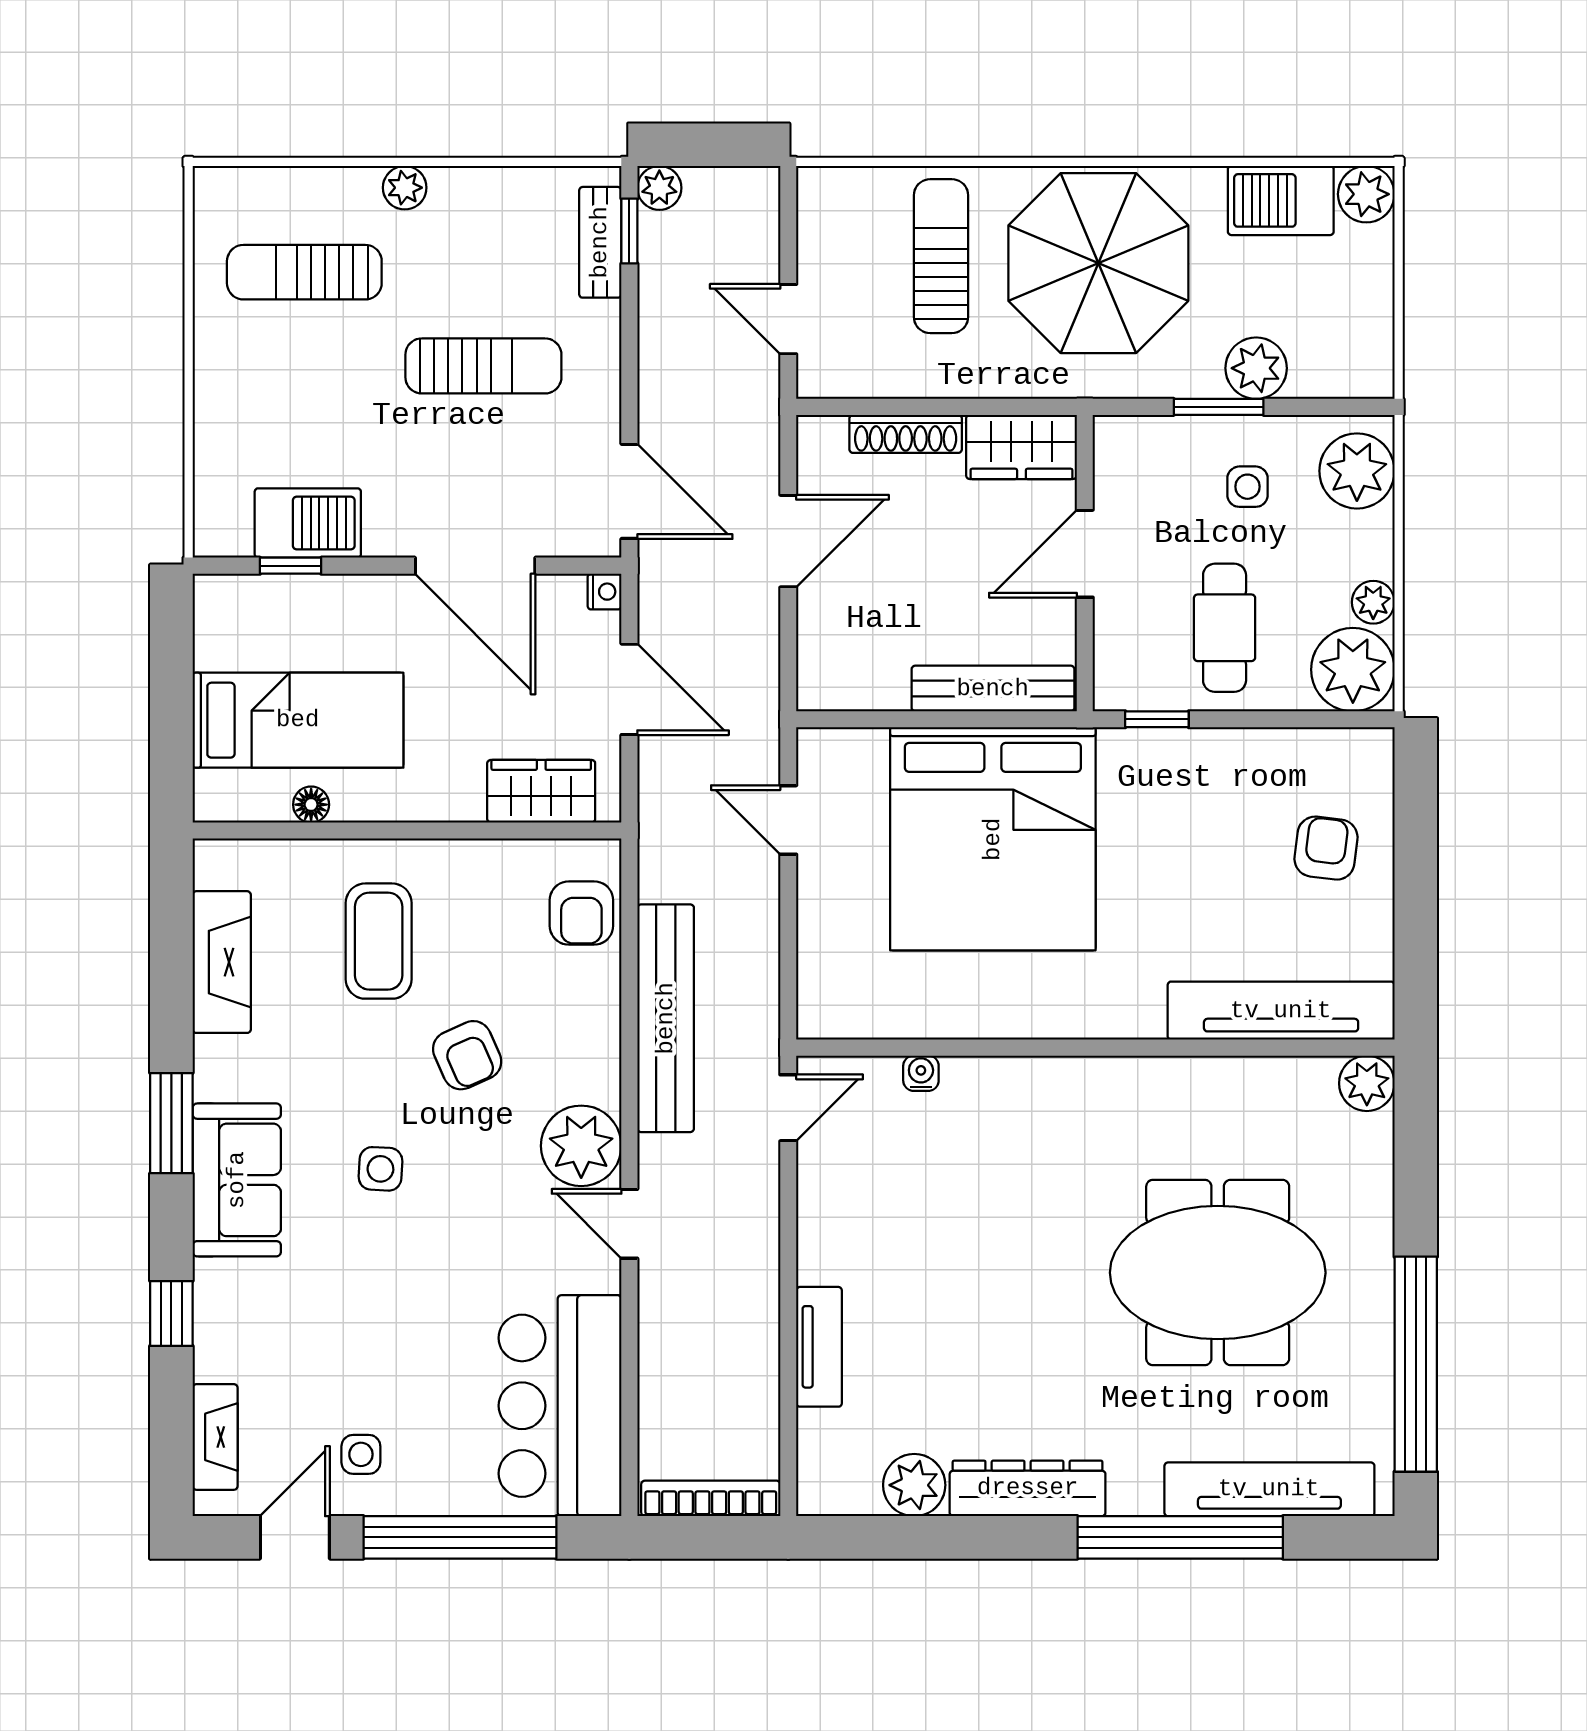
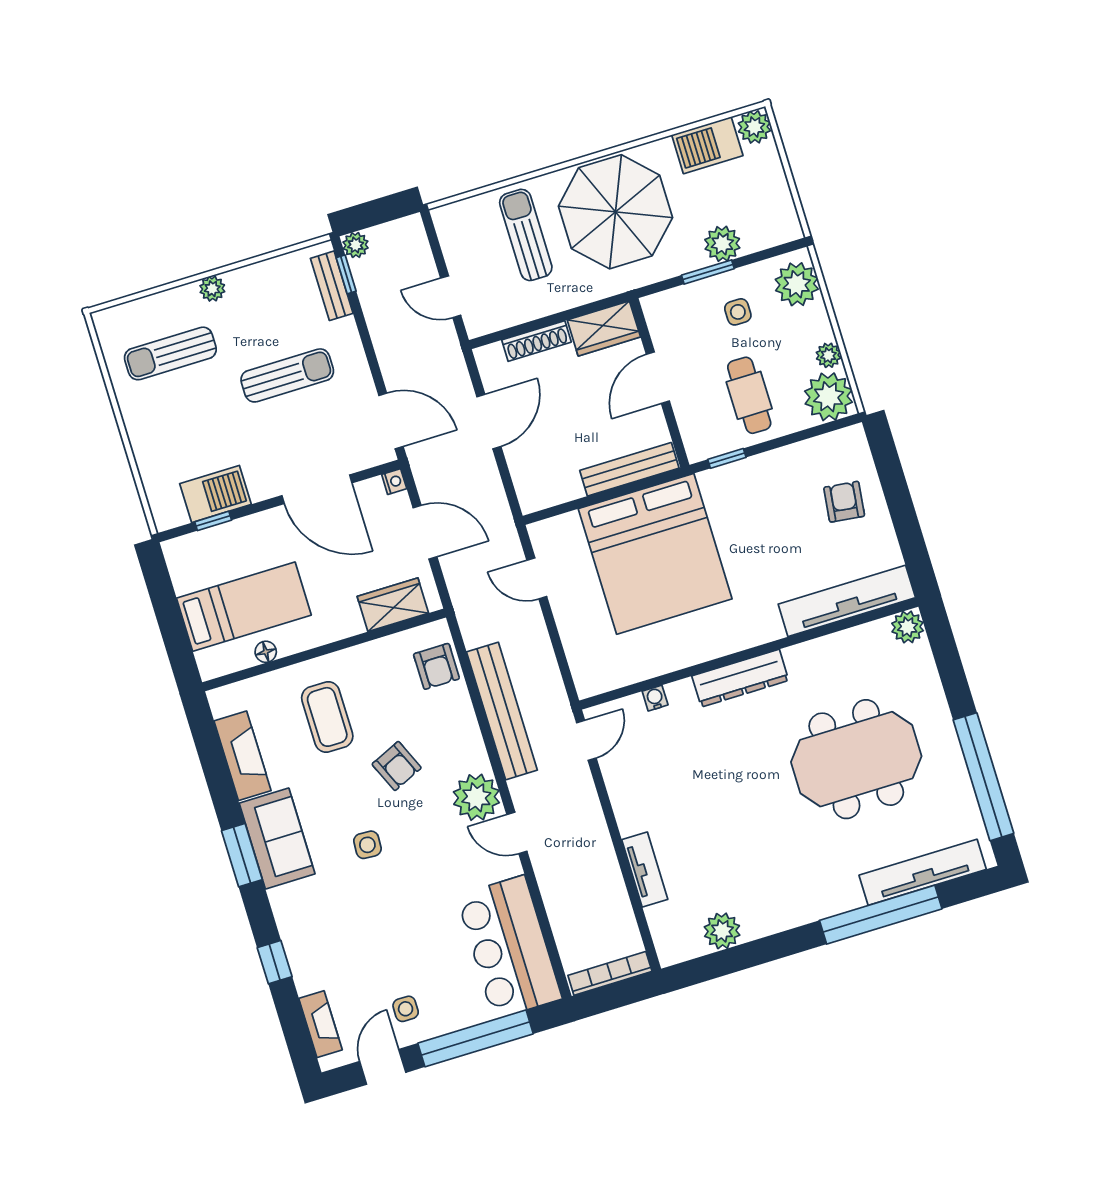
sofa: (237, 1180) -> (277, 838), moved
dresser: (1028, 1488) -> (740, 678), moved, turned 180

